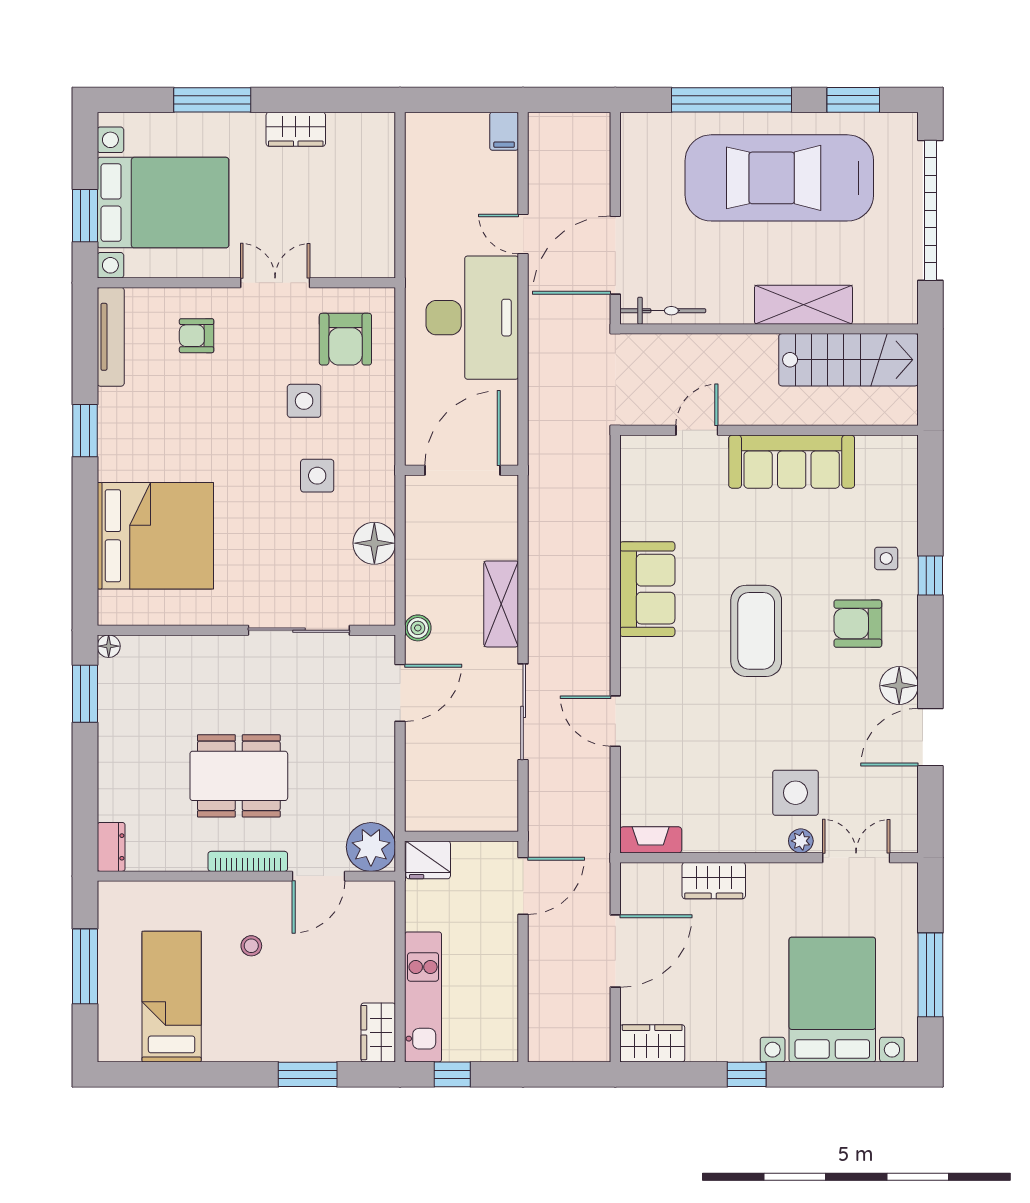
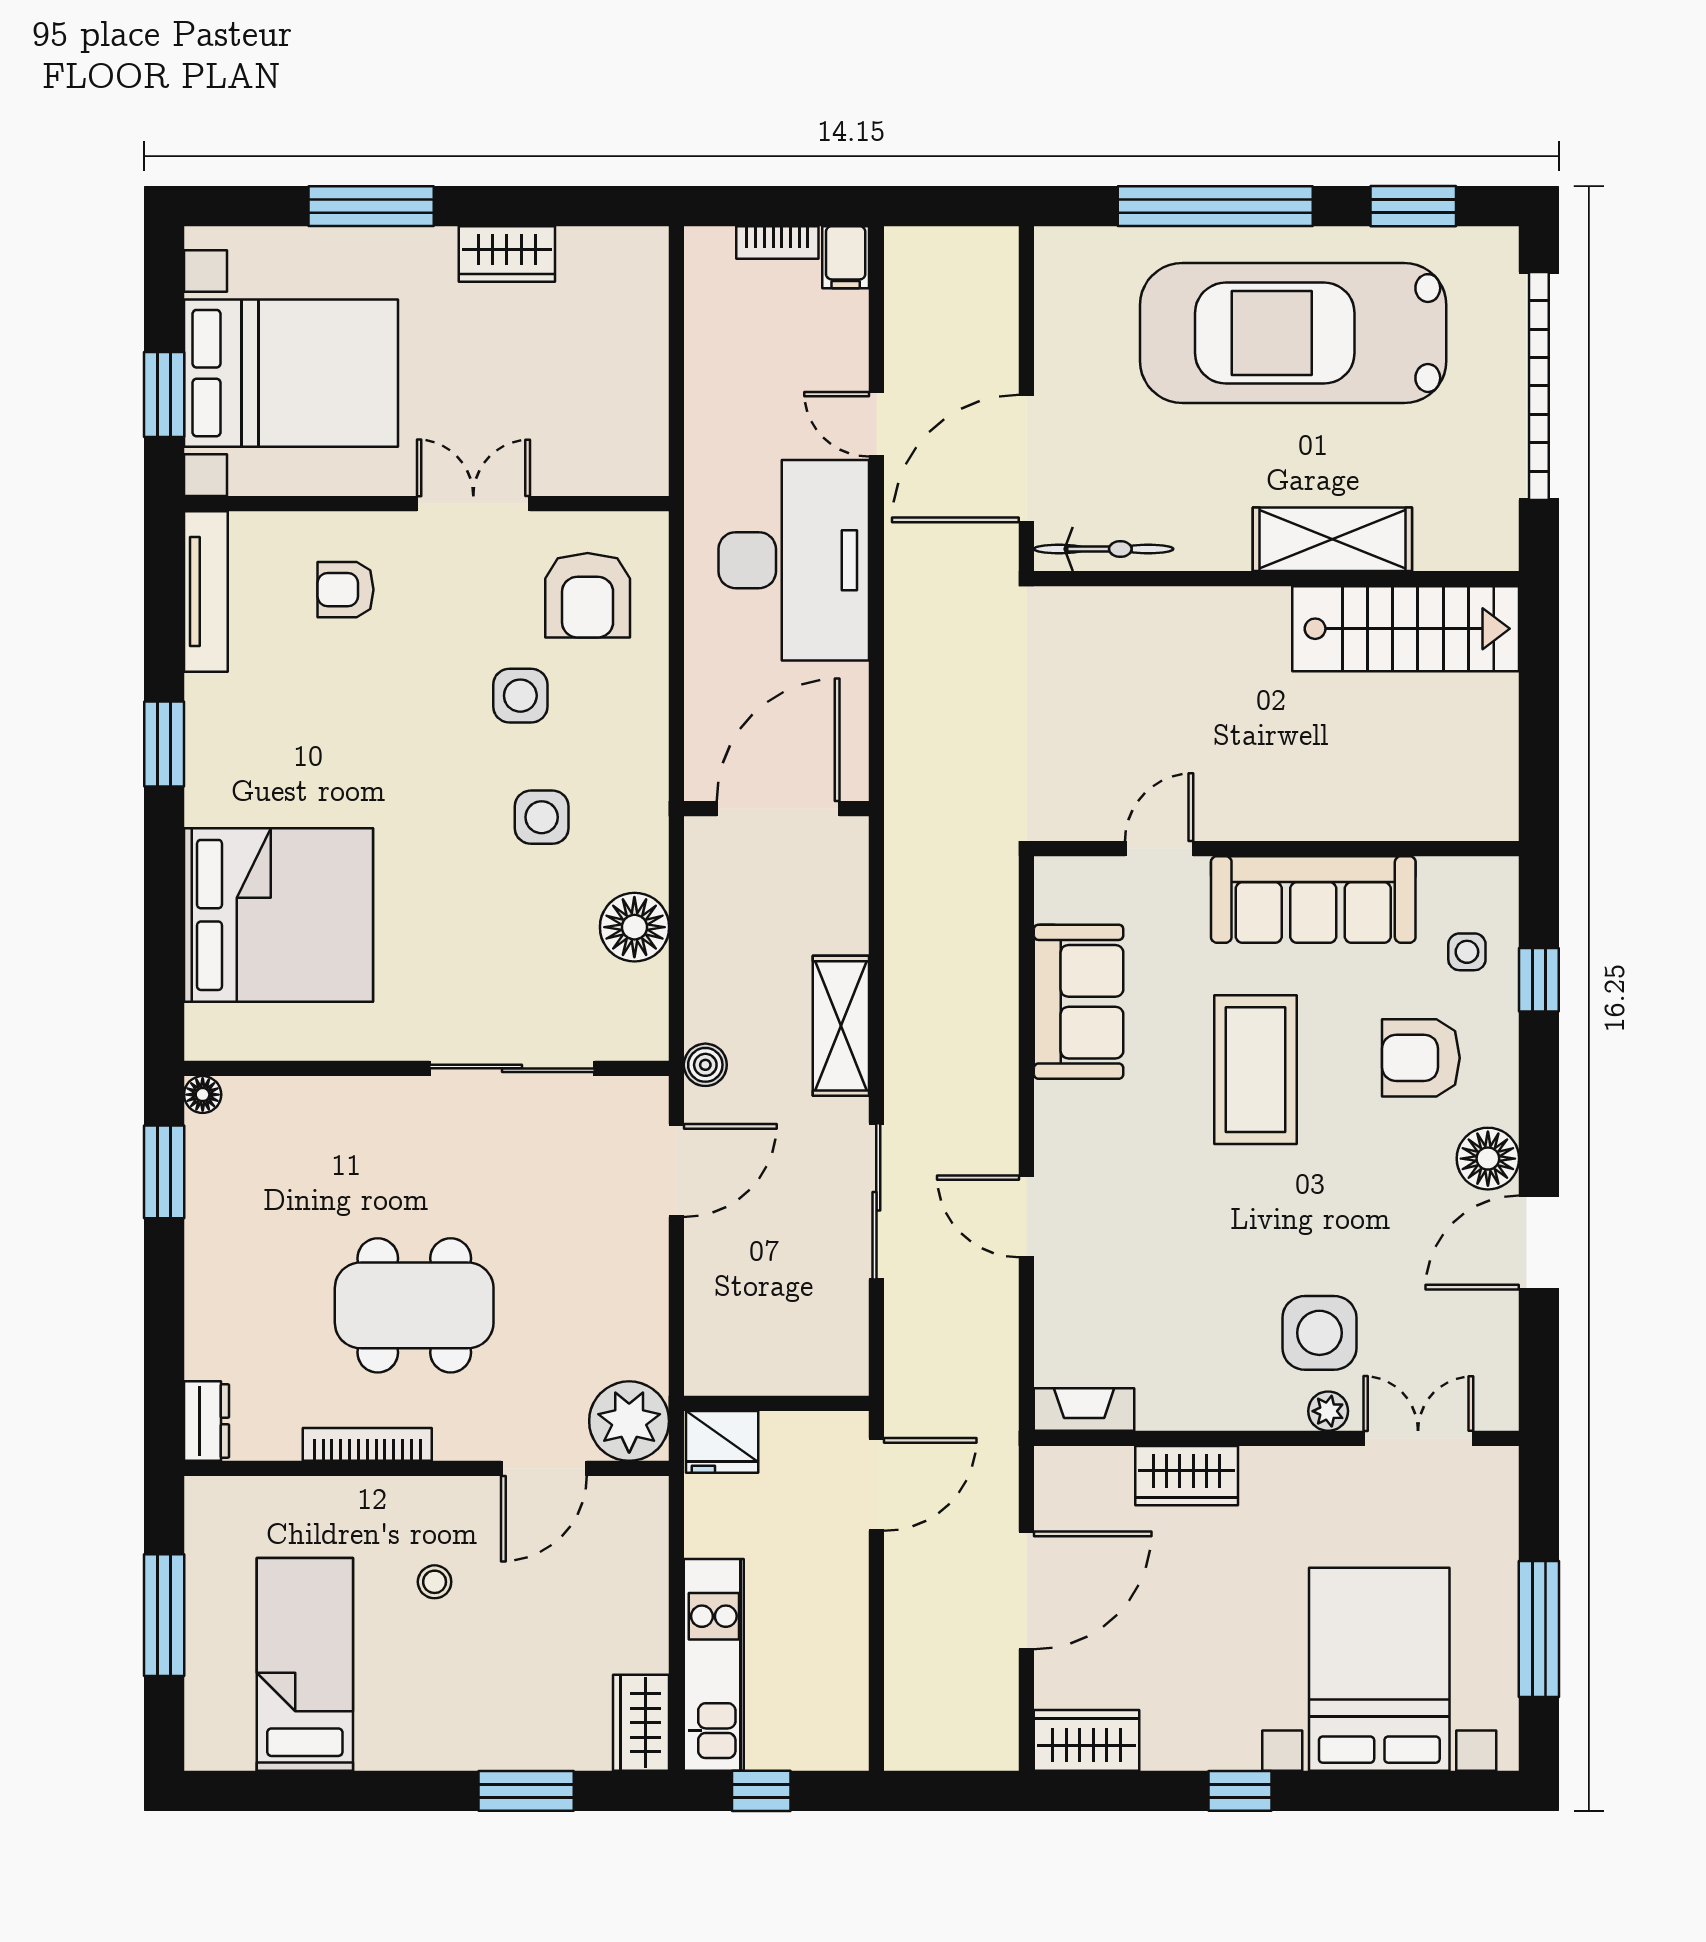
bookcase: (462, 122) -> (777, 242), added
door: (697, 430) -> (1159, 849), moved
wall: (769, 430) -> (1276, 849), moved
sofa: (792, 462) -> (1313, 899), moved
bookcase: (248, 861) -> (367, 1444), moved

